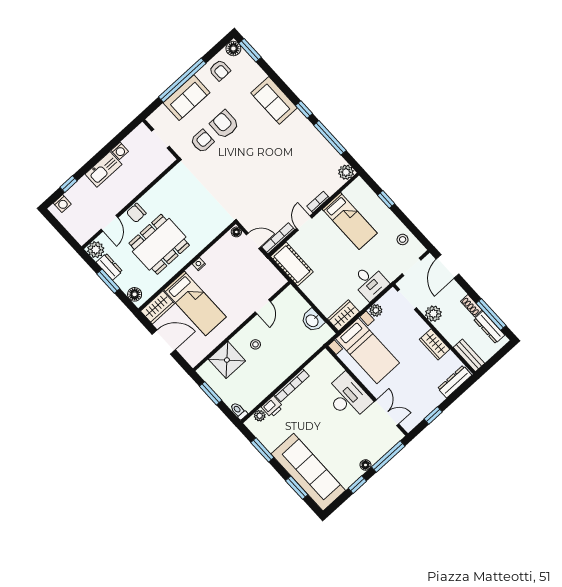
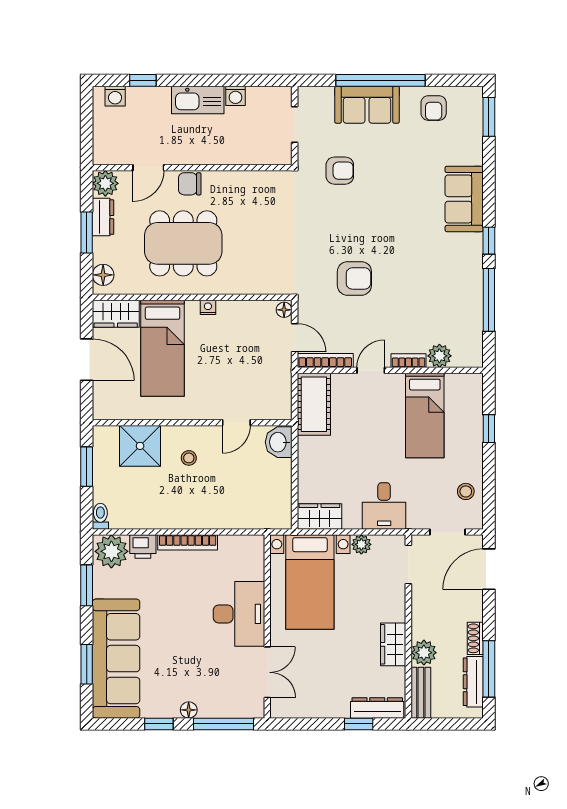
floor lamp: (233, 48) -> (472, 97), removed
armchair: (224, 124) -> (354, 278), moved, turned 90
plant: (346, 172) -> (439, 356), moved
plant: (433, 314) -> (424, 653), moved
washbasin: (312, 320) -> (279, 442), moved
window: (433, 415) -> (359, 724), moved
plant: (260, 416) -> (111, 551), width x1.88, depth x1.88

